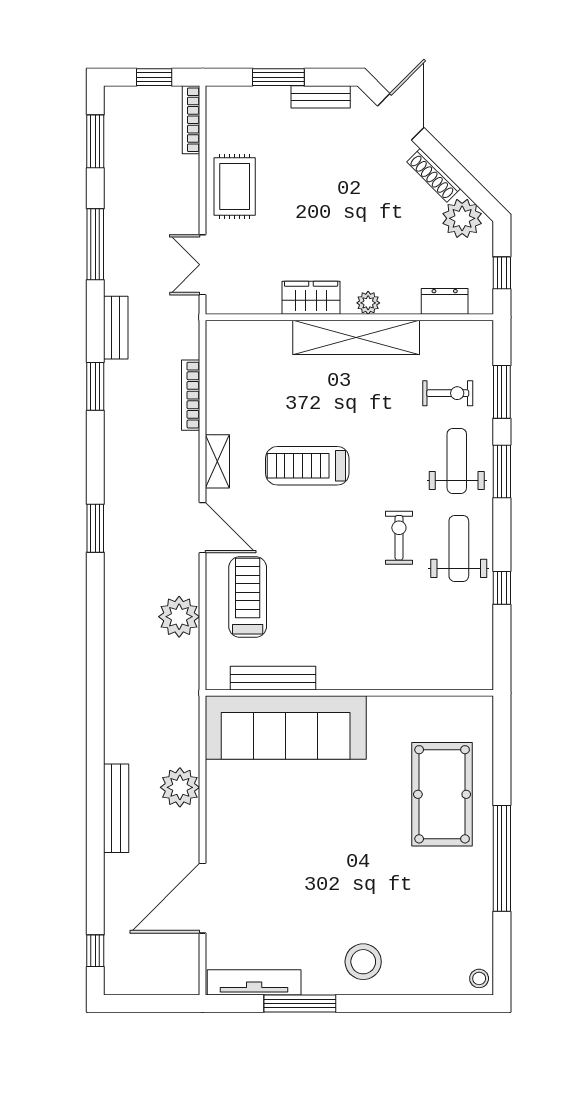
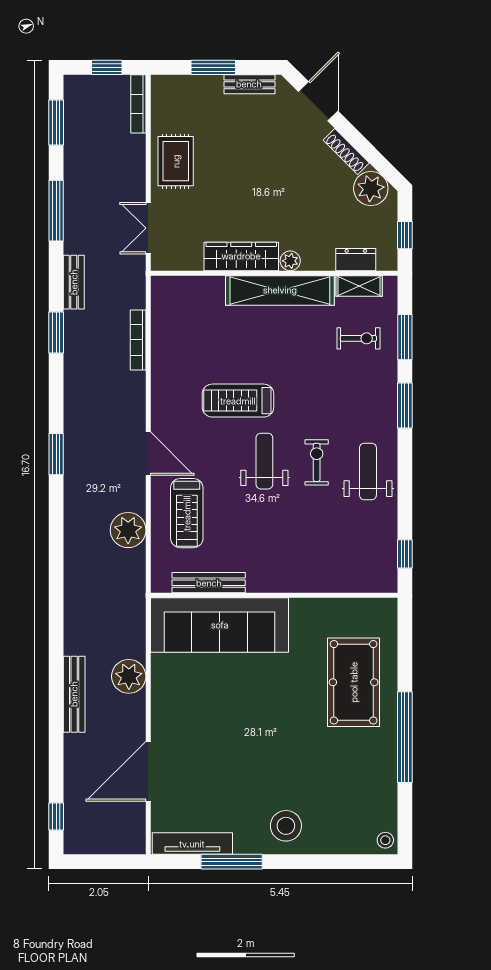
wardrobe: (311, 298) -> (241, 256), width x1.50
shelving: (217, 461) -> (359, 286), moved, turned 90
weight bench: (457, 461) -> (264, 461), moved
window: (502, 588) -> (405, 554), moved
treadmill: (248, 597) -> (187, 513), turned 180

